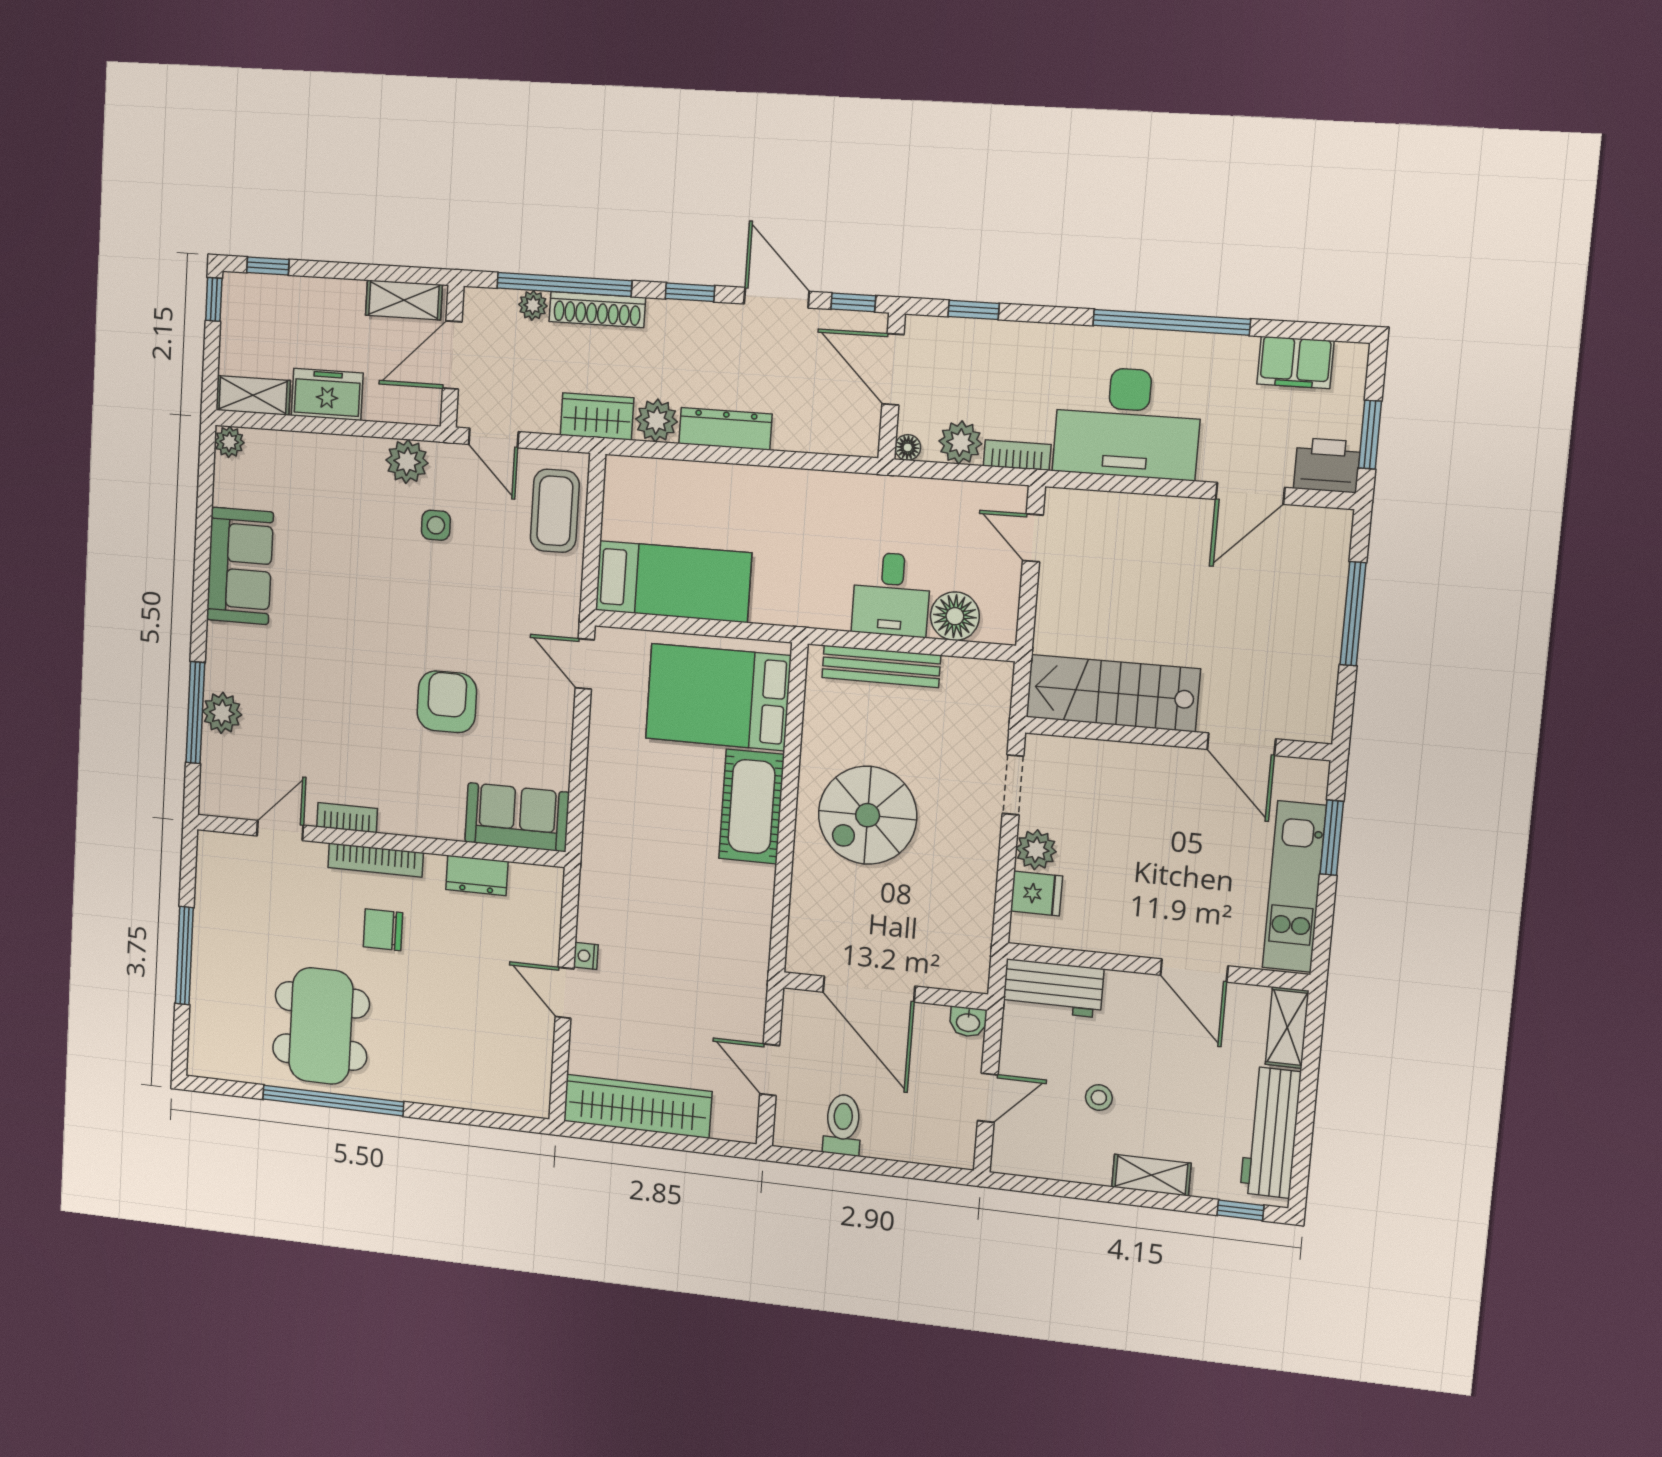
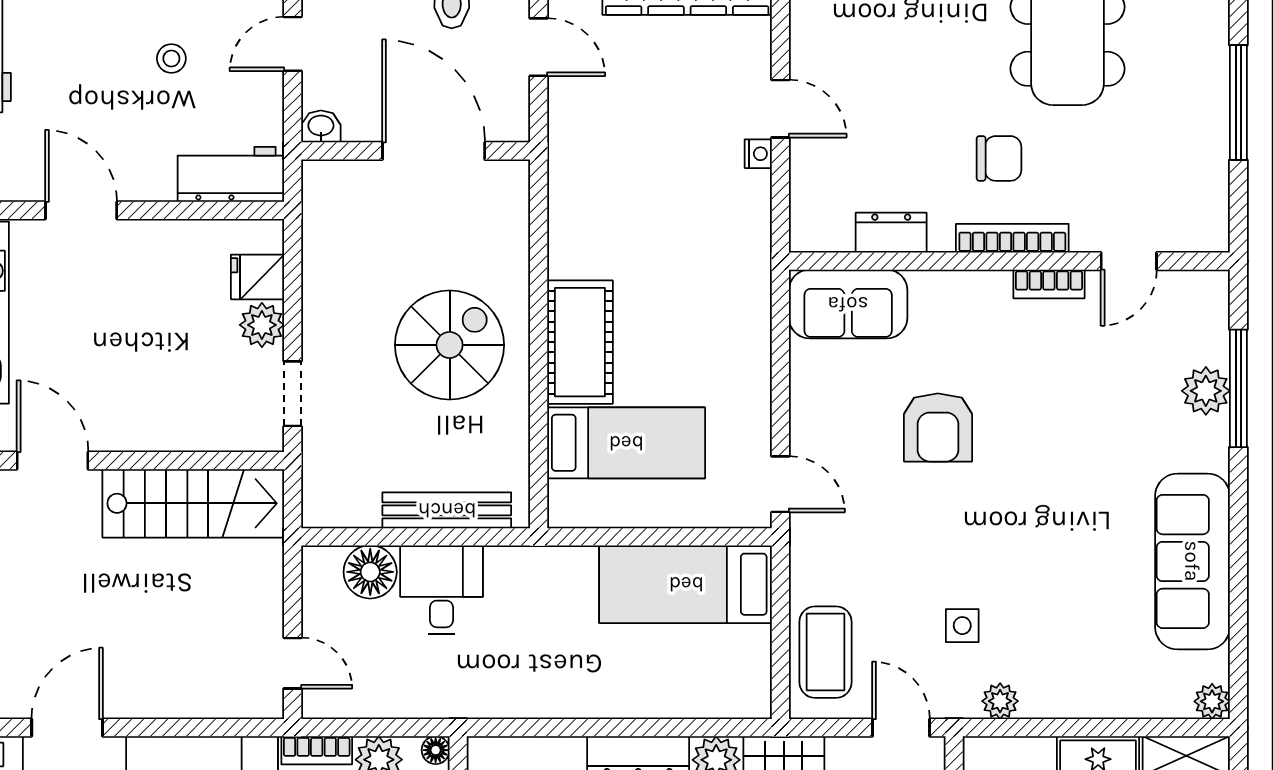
plant: (407, 461) -> (1000, 701), width x0.73, depth x0.73
sofa: (240, 566) -> (1192, 561), width x1.36
bed: (718, 697) -> (626, 443), width x0.67

